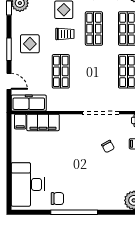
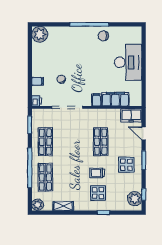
shop shelf: (94, 29) -> (73, 177), removed
freezer: (29, 103) -> (131, 115), width x0.71
filing cabinet: (20, 122) -> (96, 100), moved
desk: (28, 184) -> (128, 62), moved

